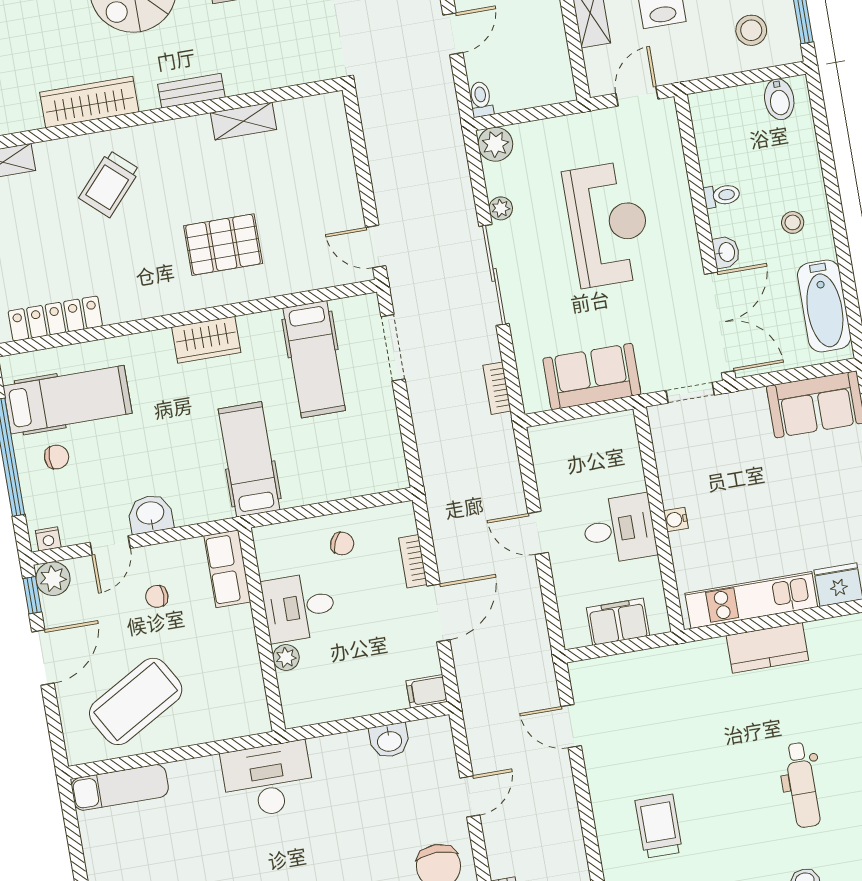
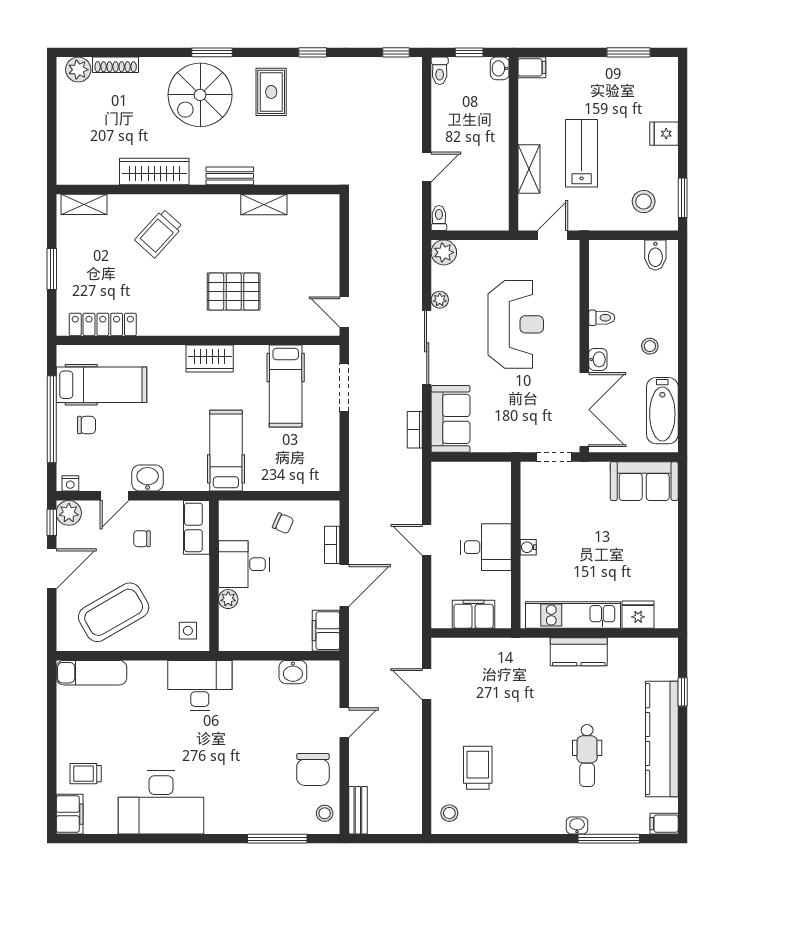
sofa: (592, 376) -> (451, 419), moved, turned 90
filing cabinet: (427, 691) -> (326, 631), width x2.00
side table: (239, 709) -> (188, 631), added

